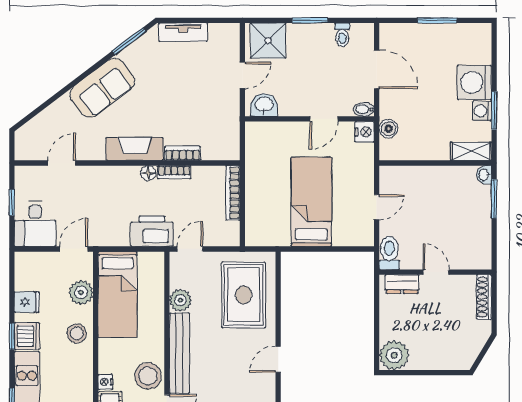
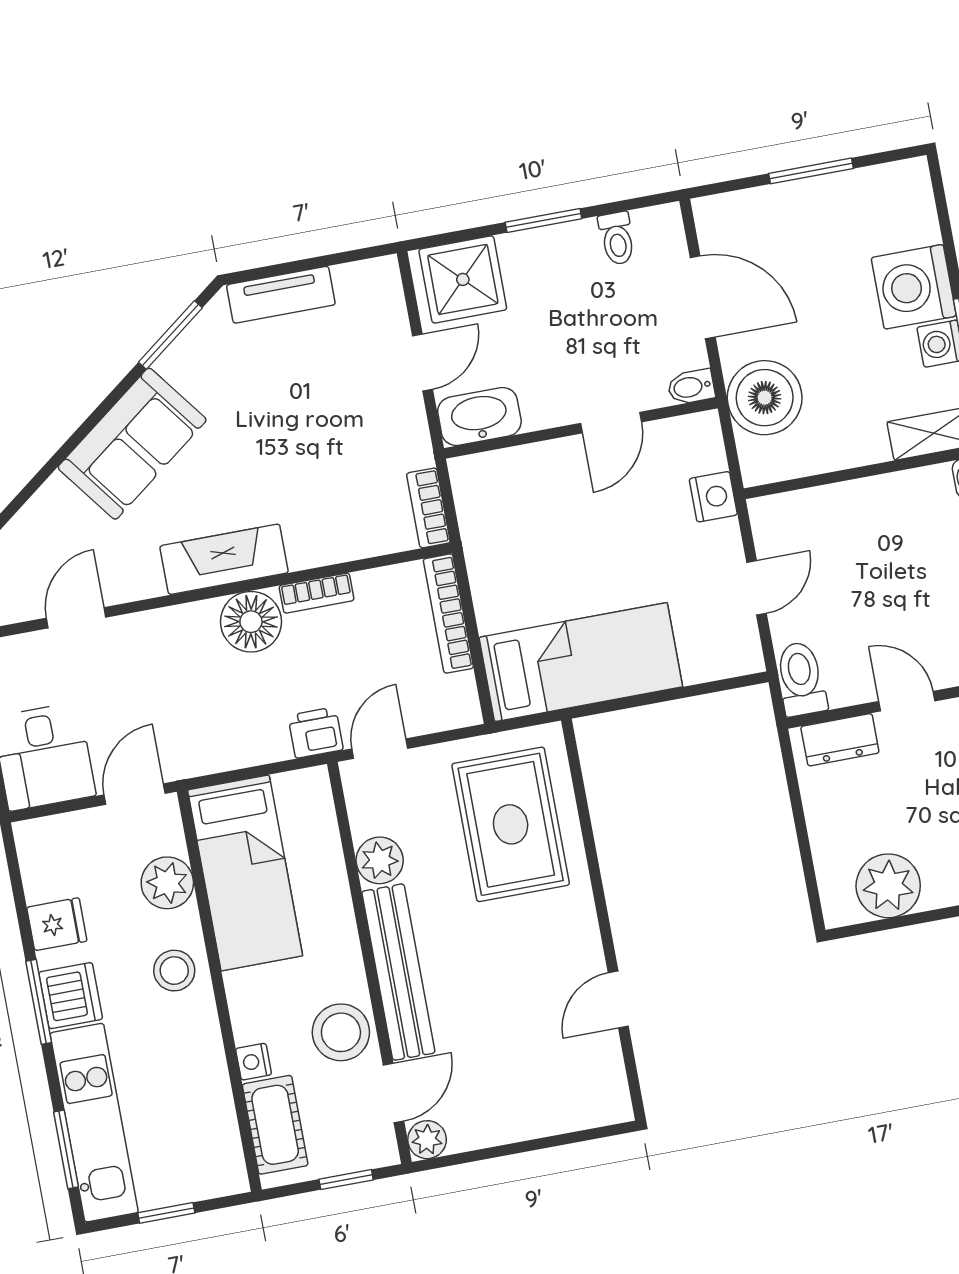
washbasin: (264, 105) -> (479, 417), width x1.38
boiler: (388, 129) -> (765, 398), width x1.86, depth x1.86
nightstand: (365, 132) -> (713, 497), moved
bookcase: (183, 153) -> (428, 508), moved, turned -90
floor lamp: (148, 173) -> (251, 622), width x1.89, depth x1.89
bed: (311, 202) -> (581, 662), moved, turned 90
printer: (152, 231) -> (316, 733), width x0.53, depth x0.68
window: (12, 336) -> (39, 1002), width x1.50
plant: (394, 355) -> (888, 886), moved
door: (278, 359) -> (618, 1000), moved

